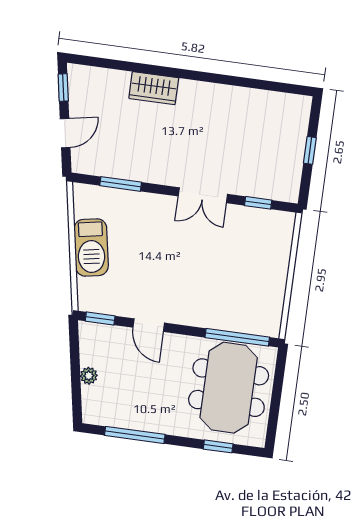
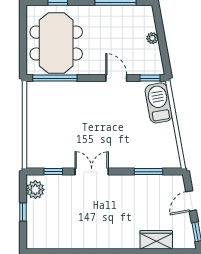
wardrobe: (154, 88) -> (156, 240), moved
plant: (288, 180) -> (35, 190), added
barbecue: (91, 247) -> (159, 103), moved

